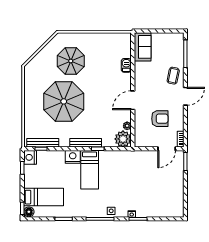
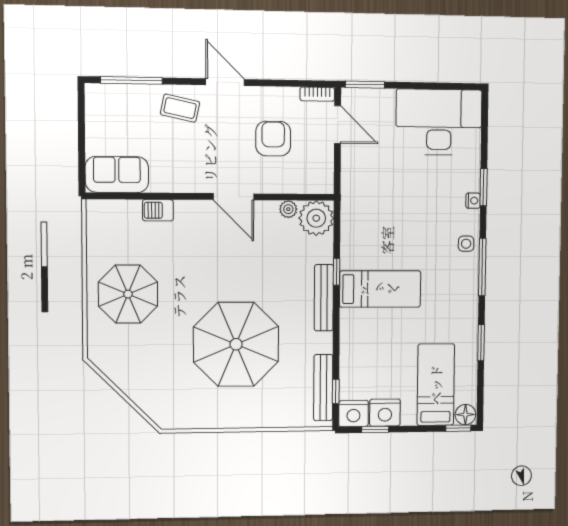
parasol: (71, 61) -> (128, 294), moved
nightstand: (73, 157) -> (385, 413), moved, turned -90
desk: (169, 197) -> (439, 122), added

